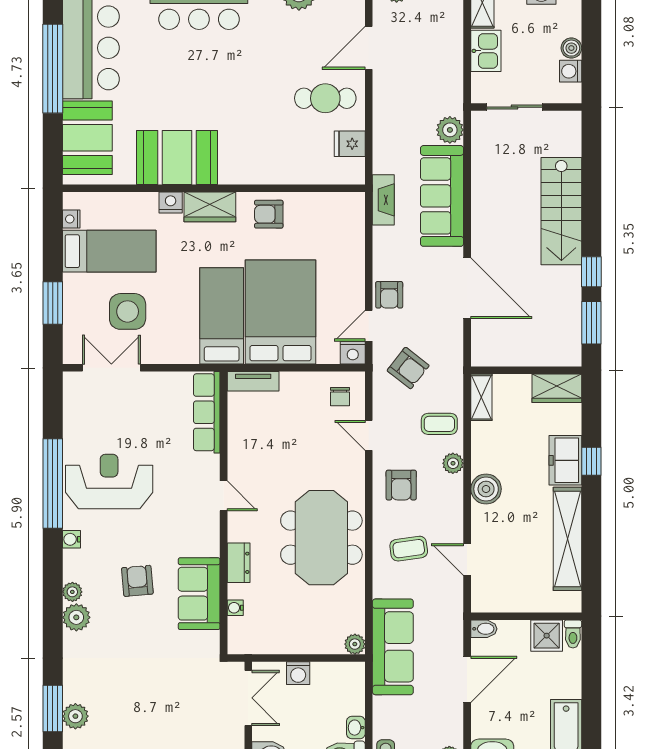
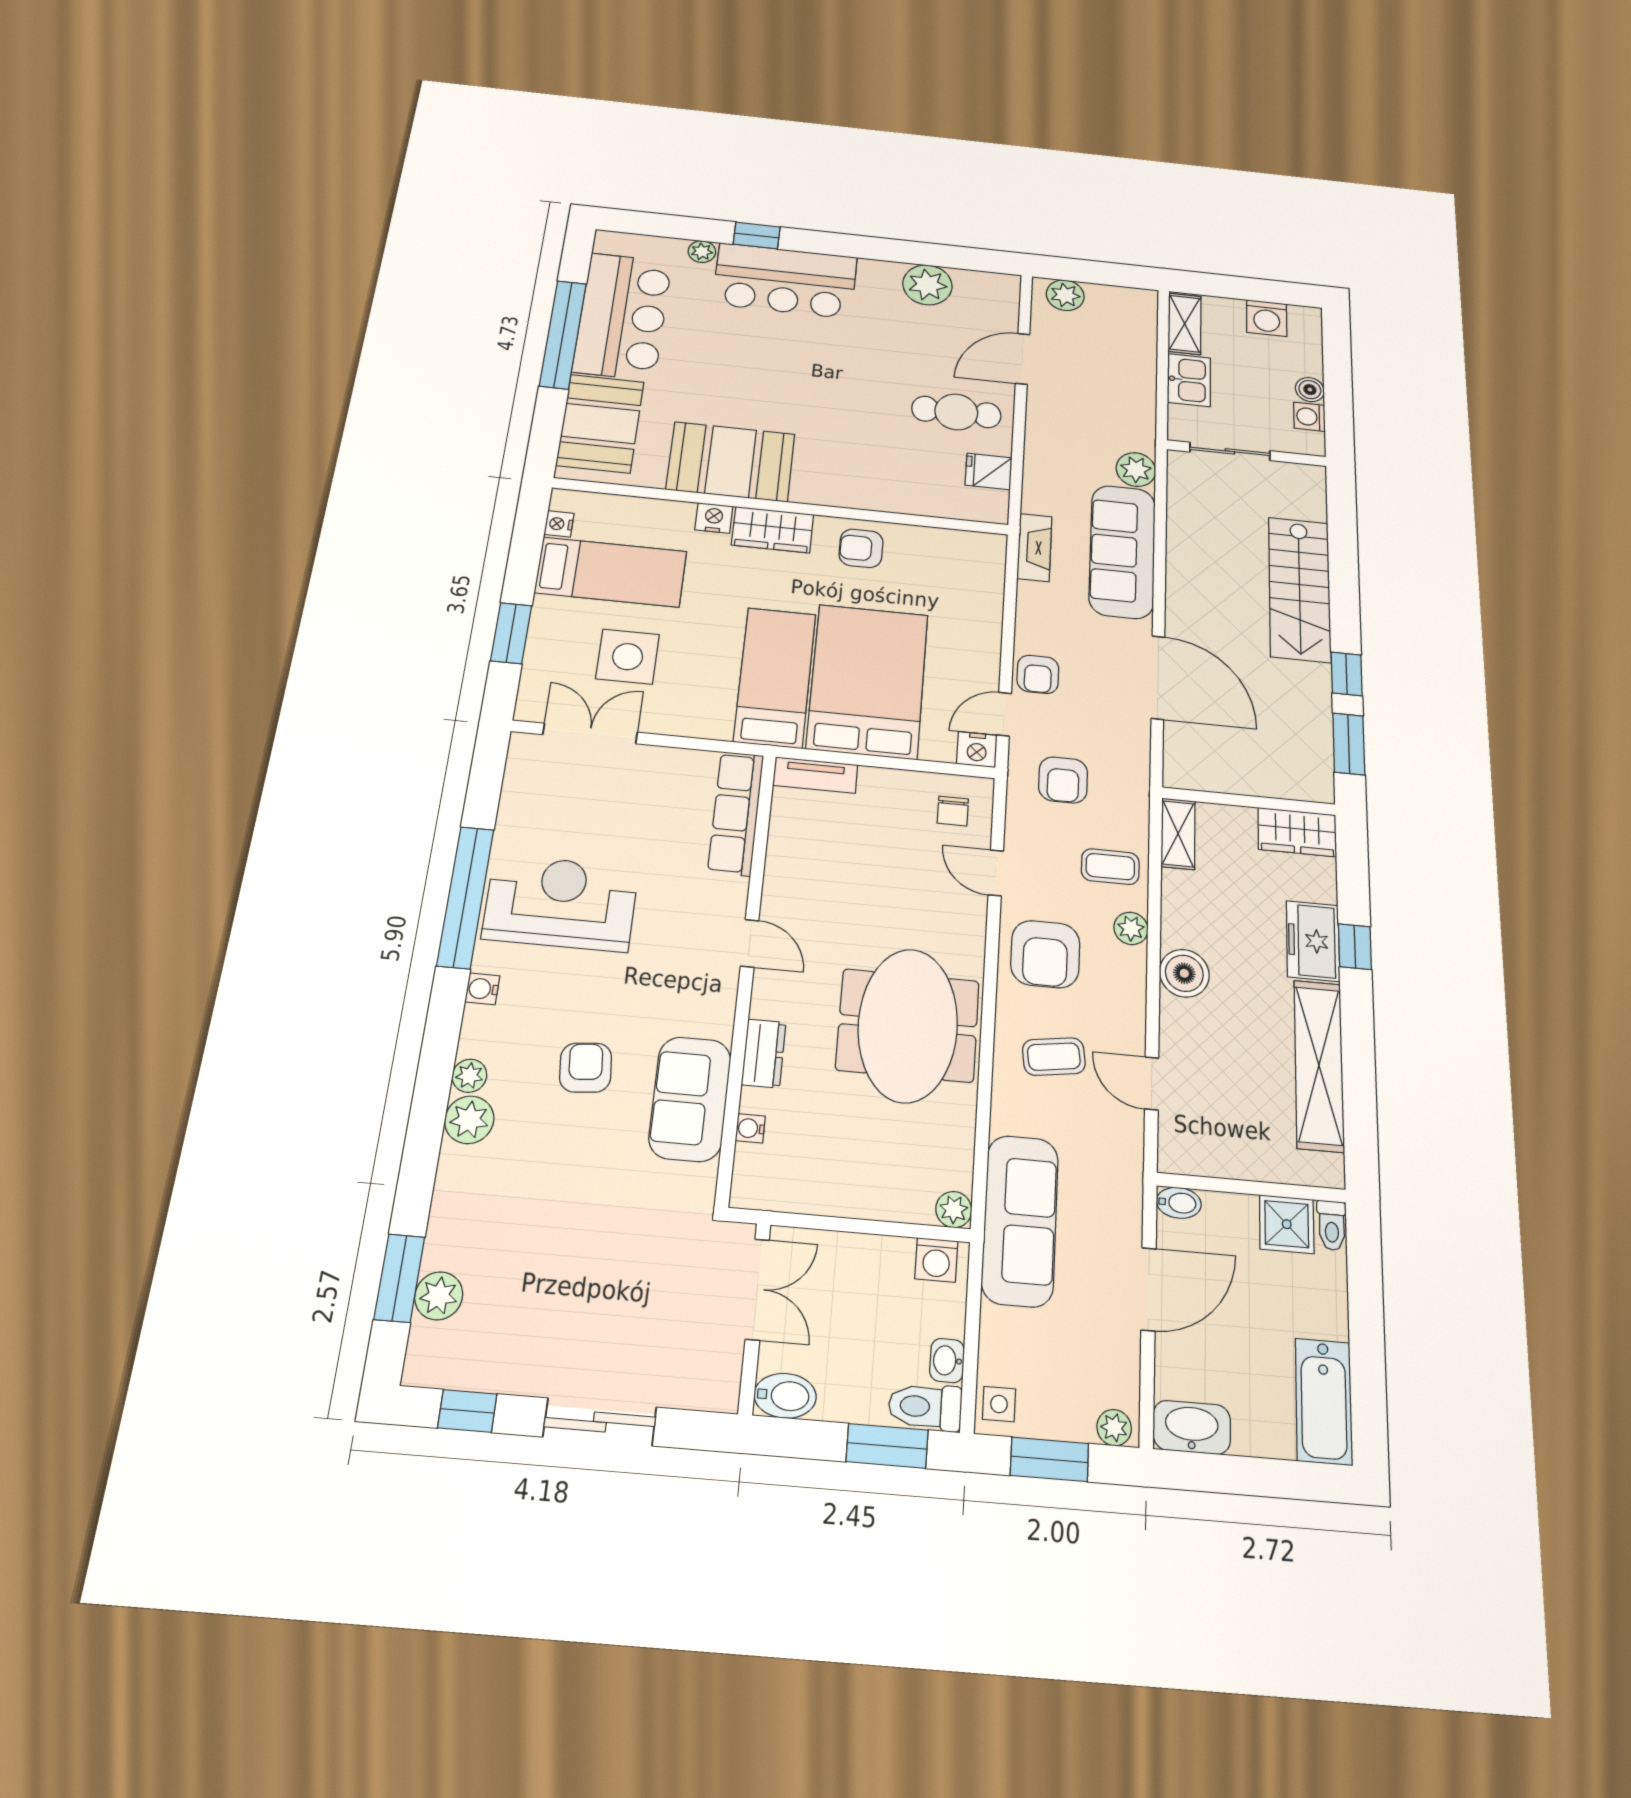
armchair: (408, 368) -> (1063, 780), turned 52
armchair: (401, 485) -> (1045, 954), width x1.38, depth x1.38
washing machine: (298, 673) -> (936, 1260), moved

